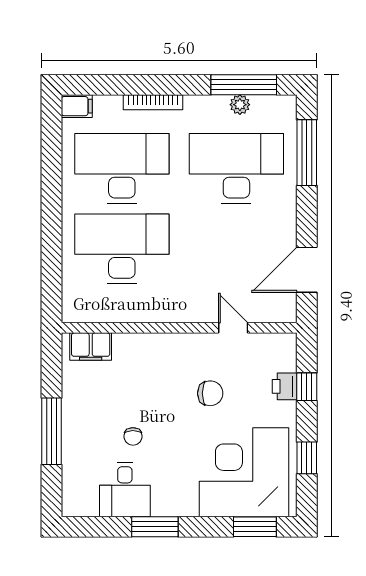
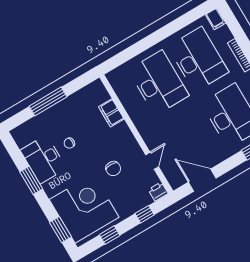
filing cabinet: (91, 347) -> (111, 113), moved
printer: (285, 386) -> (158, 192), moved
desk: (125, 490) -> (44, 159), width x1.37

